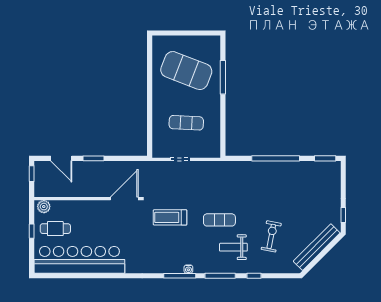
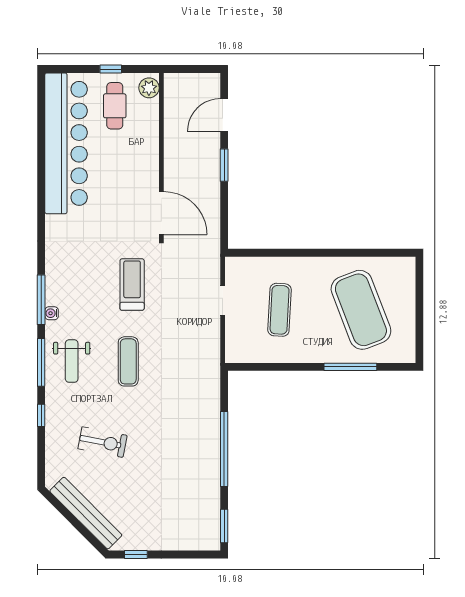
exercise mat: (186, 71) -> (361, 310), turned -42
window: (32, 174) -> (200, 69), removed
weight bench: (233, 247) -> (72, 361), moved, turned 180

